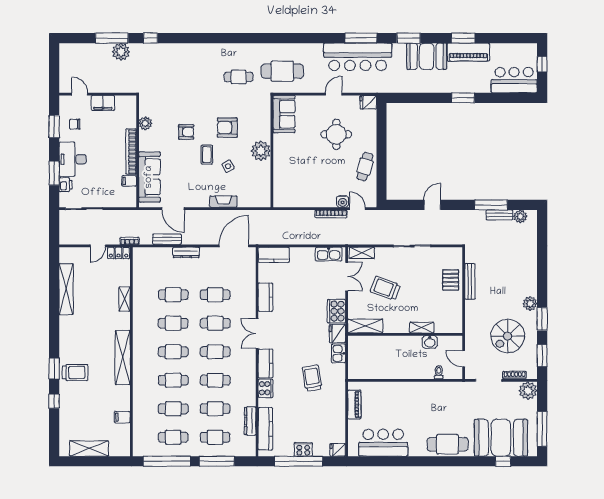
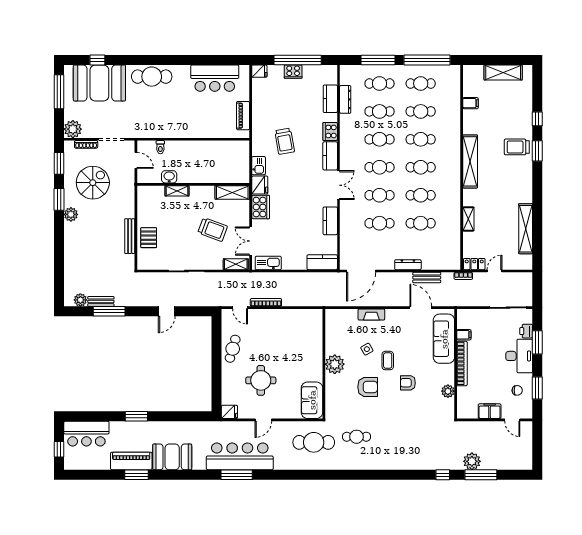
window: (409, 38) -> (190, 475), removed
water cooler: (343, 201) -> (255, 315), removed
kitchen counter: (265, 429) -> (330, 99), width x0.67

